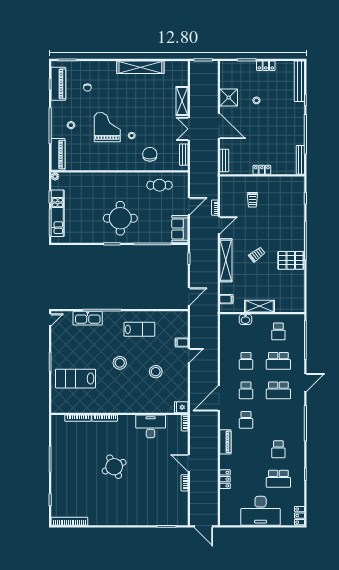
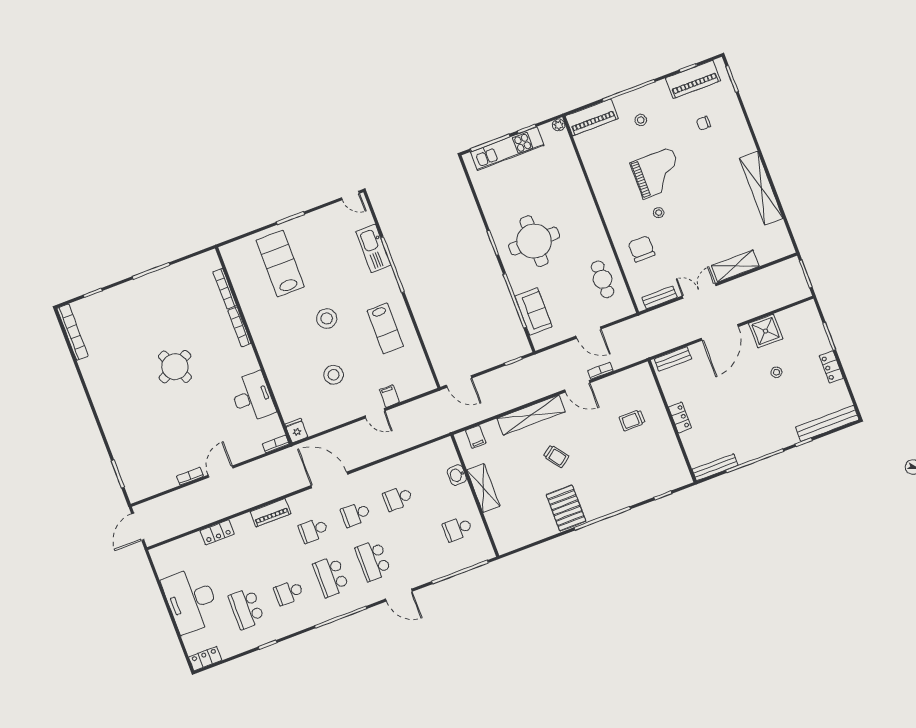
chair: (150, 154) -> (642, 249), turned -90
sofa: (180, 229) -> (533, 311), moved, turned 90
school desk: (278, 361) -> (331, 577), moved

